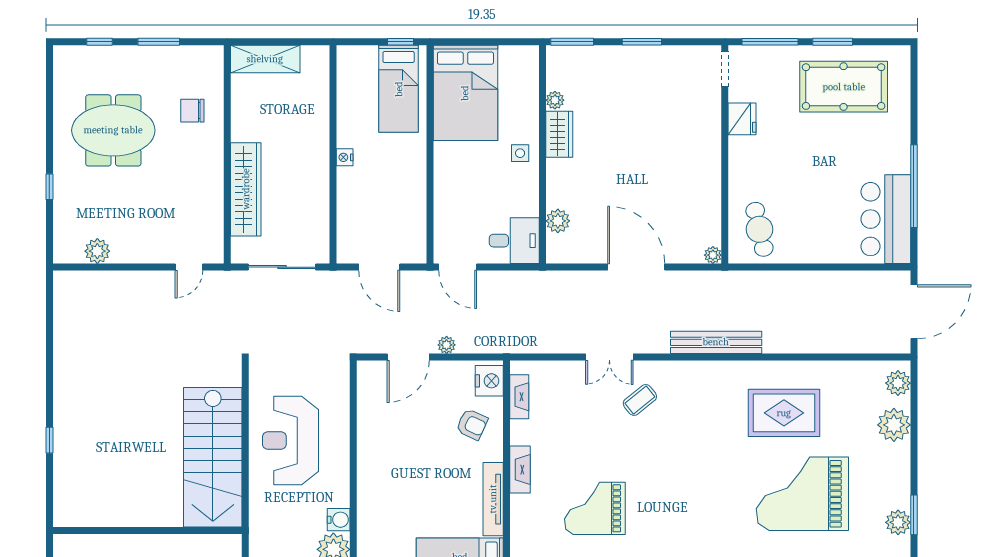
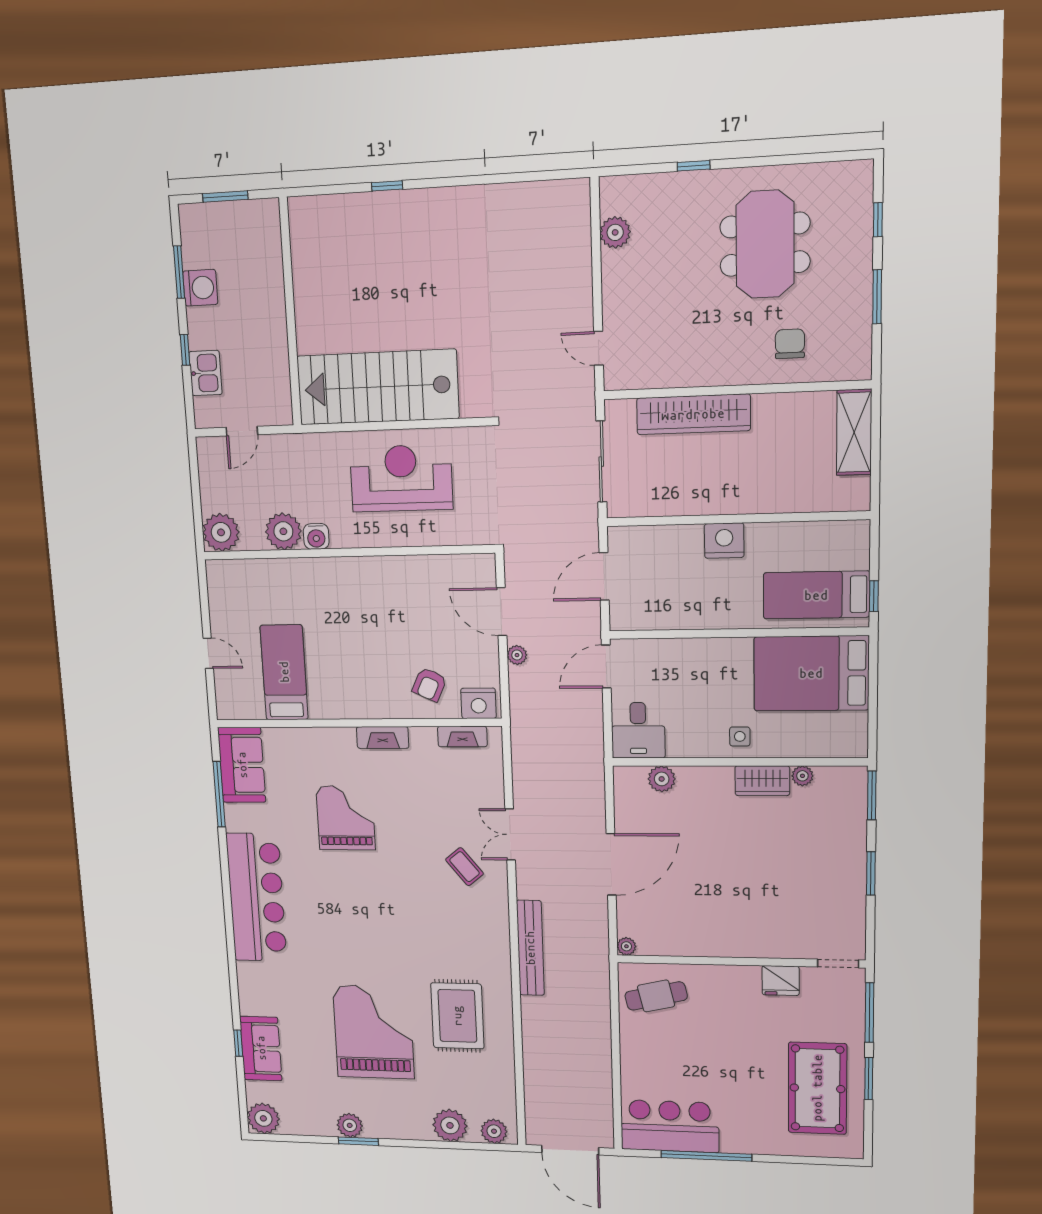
nightstand: (345, 157) -> (724, 541), width x1.89, depth x1.79
tv unit: (493, 499) -> (349, 708), removed

